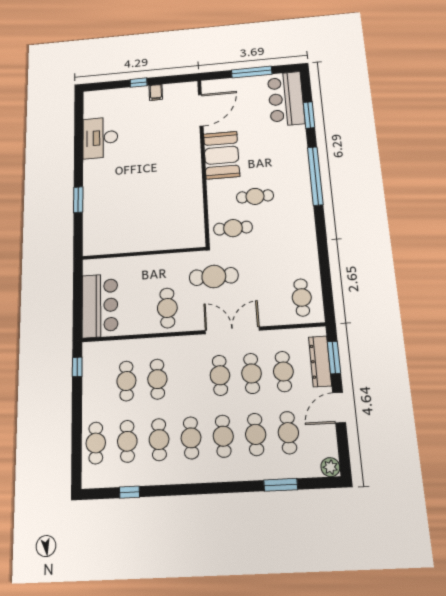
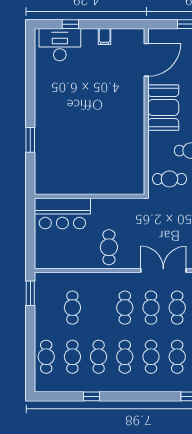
window: (139, 83) -> (70, 24), moved
desk: (100, 138) -> (60, 45), moved, turned 90
cafe table: (214, 276) -> (150, 222), removed
bar counter: (100, 305) -> (62, 213), moved, turned 90
window: (77, 367) -> (30, 293), width x1.50
cafe table: (157, 379) -> (125, 308), moved
window: (130, 492) -> (91, 396), moved

